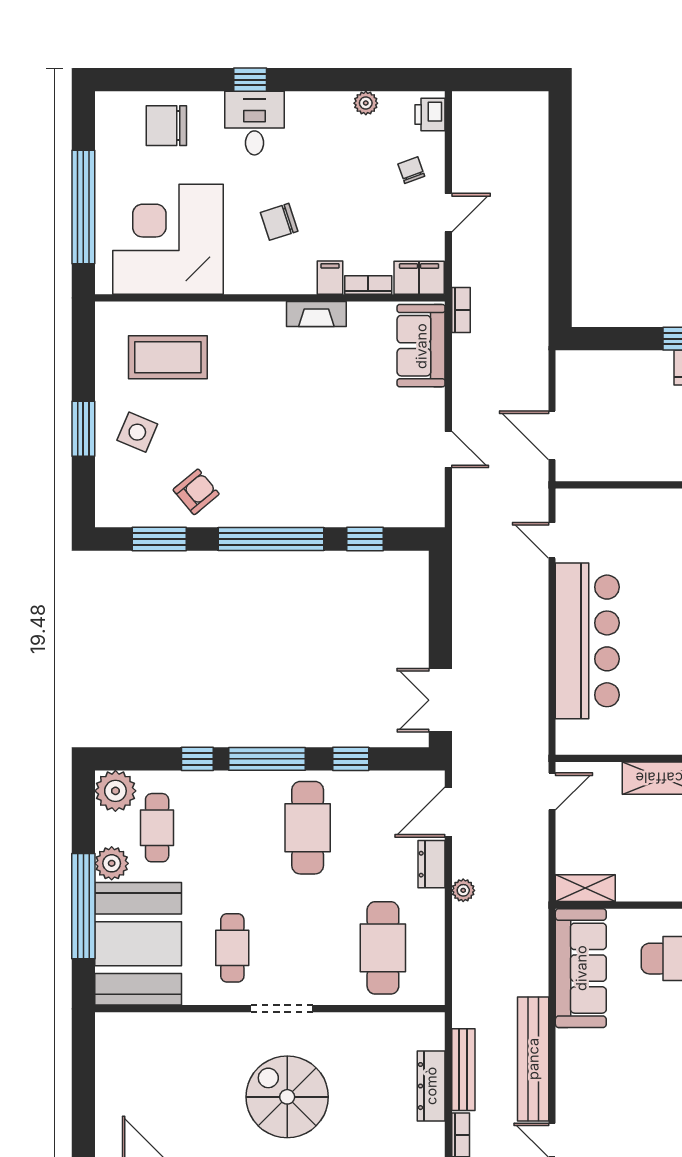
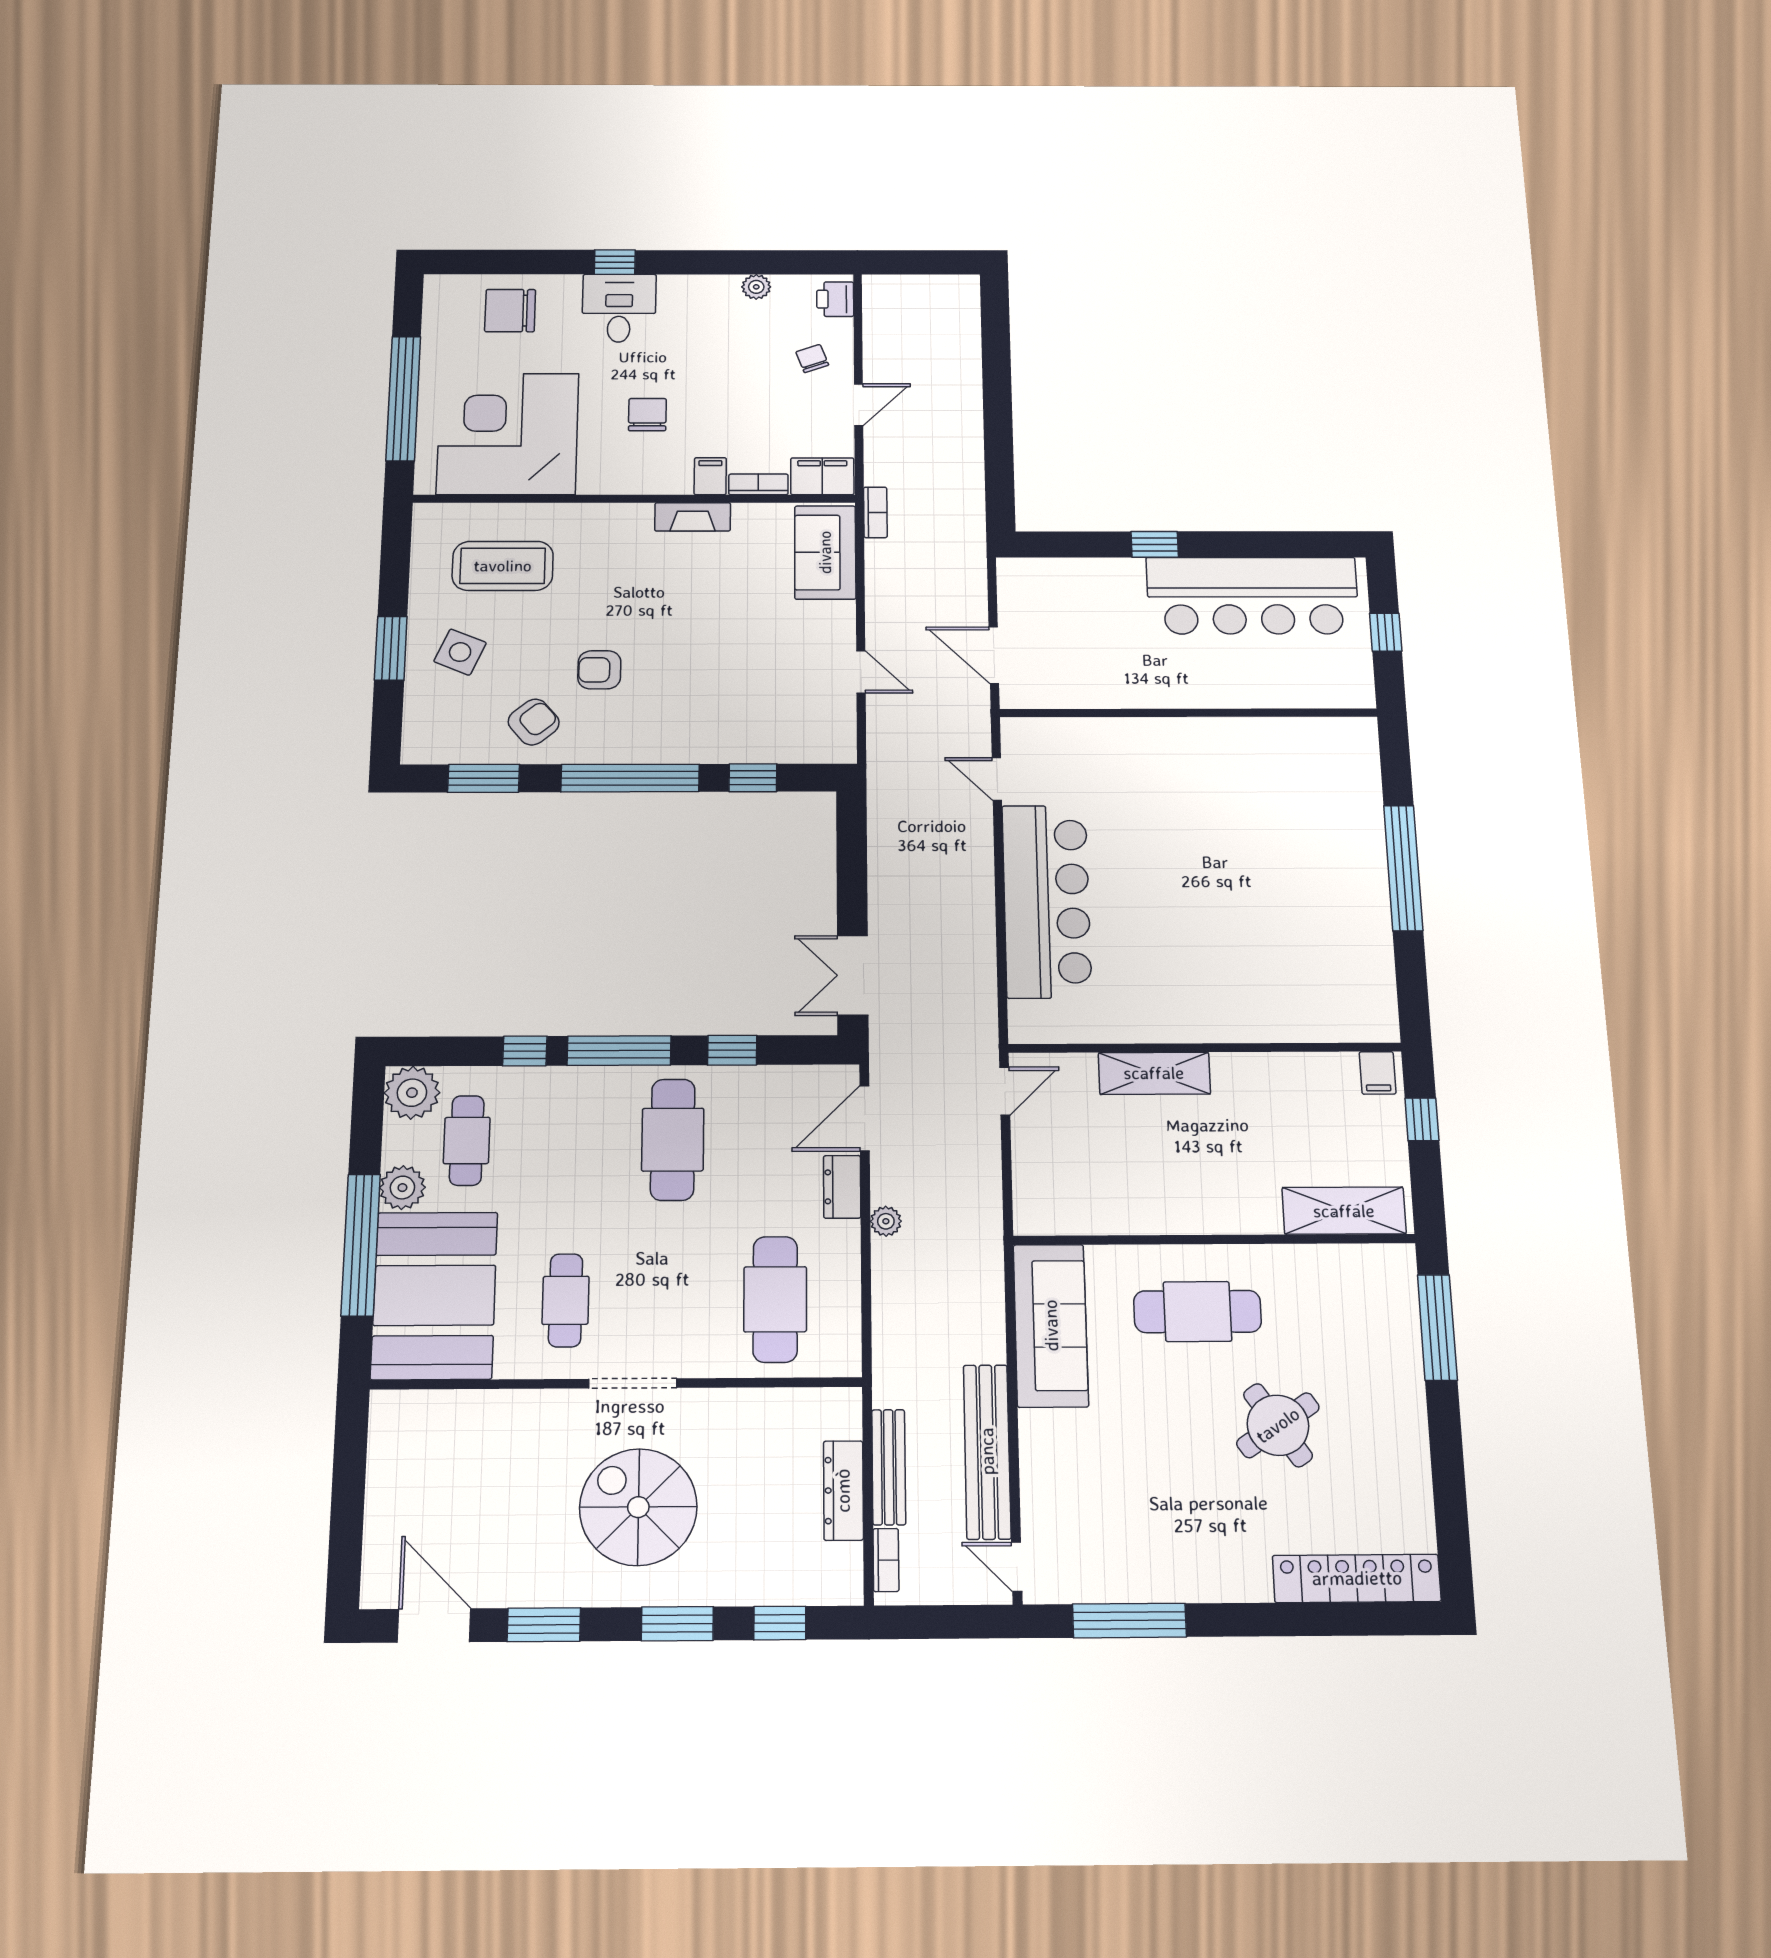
chair: (279, 222) -> (647, 415), turned 108
armchair: (246, 448) -> (599, 670), added
shelving: (585, 888) -> (1054, 1218), removed

